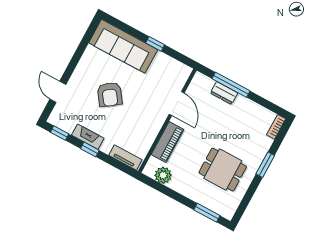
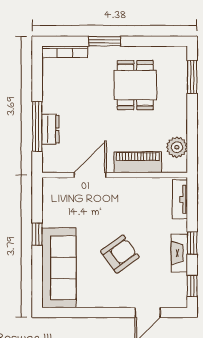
bookcase: (276, 127) -> (65, 52), width x1.56

